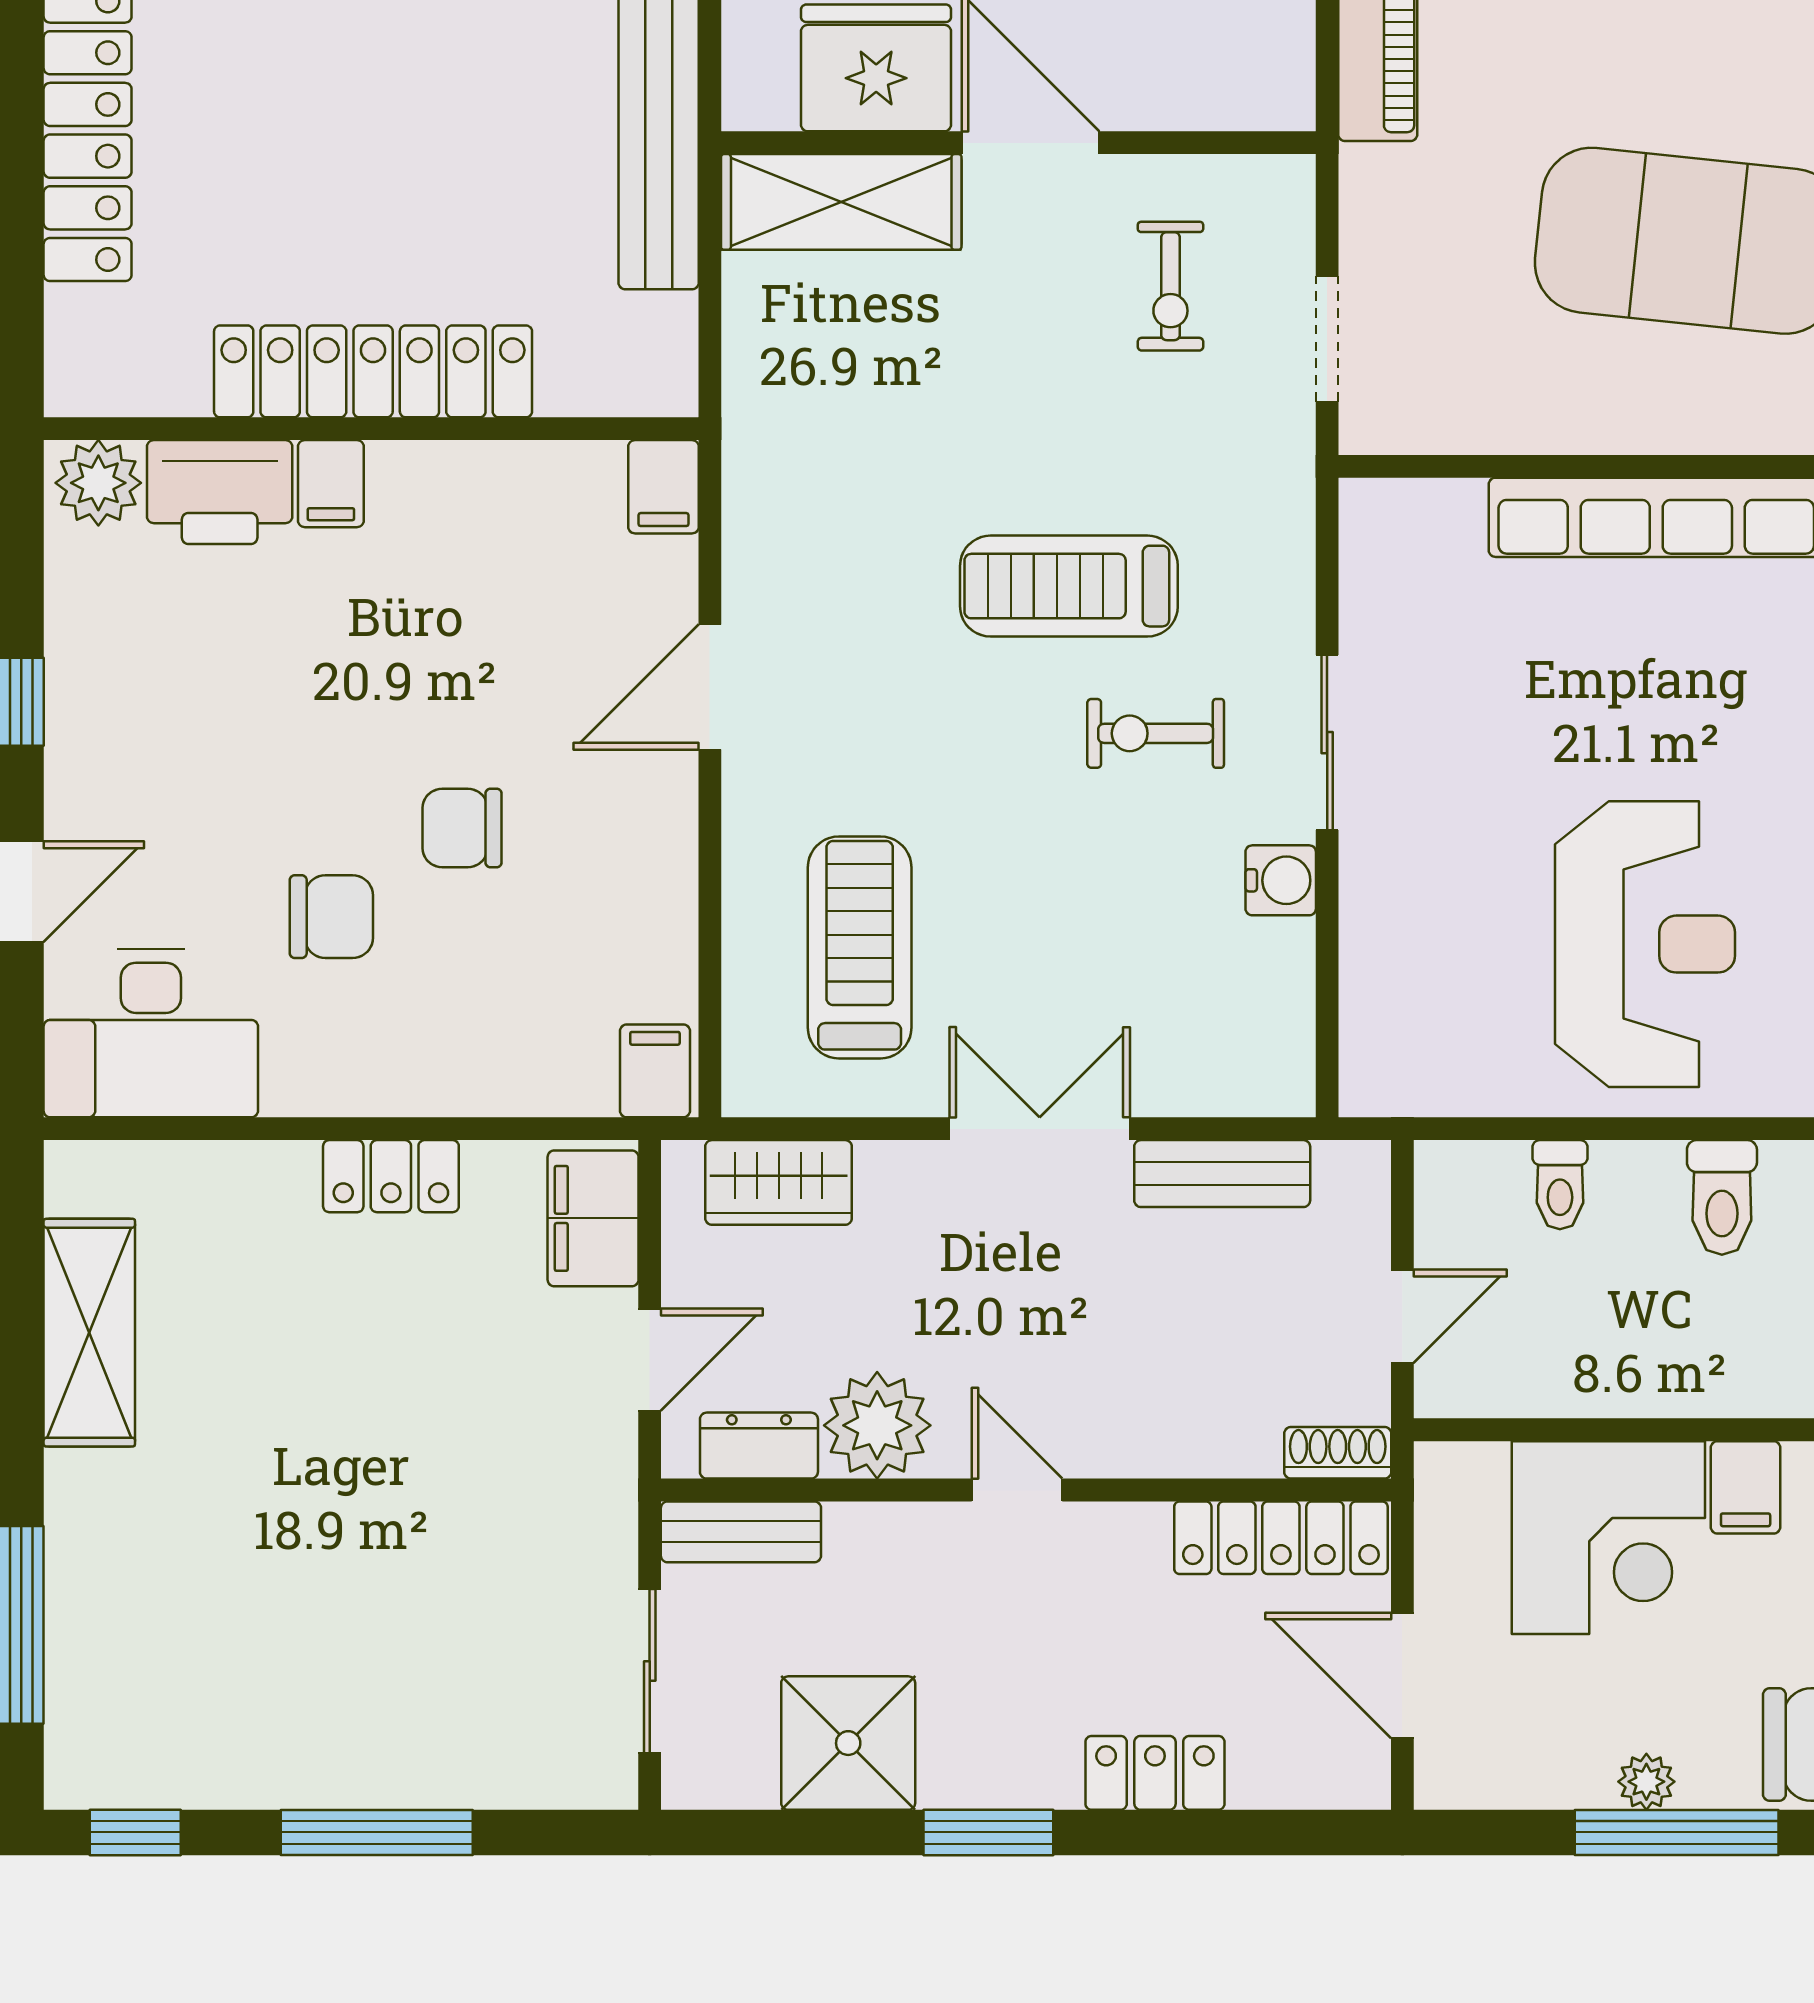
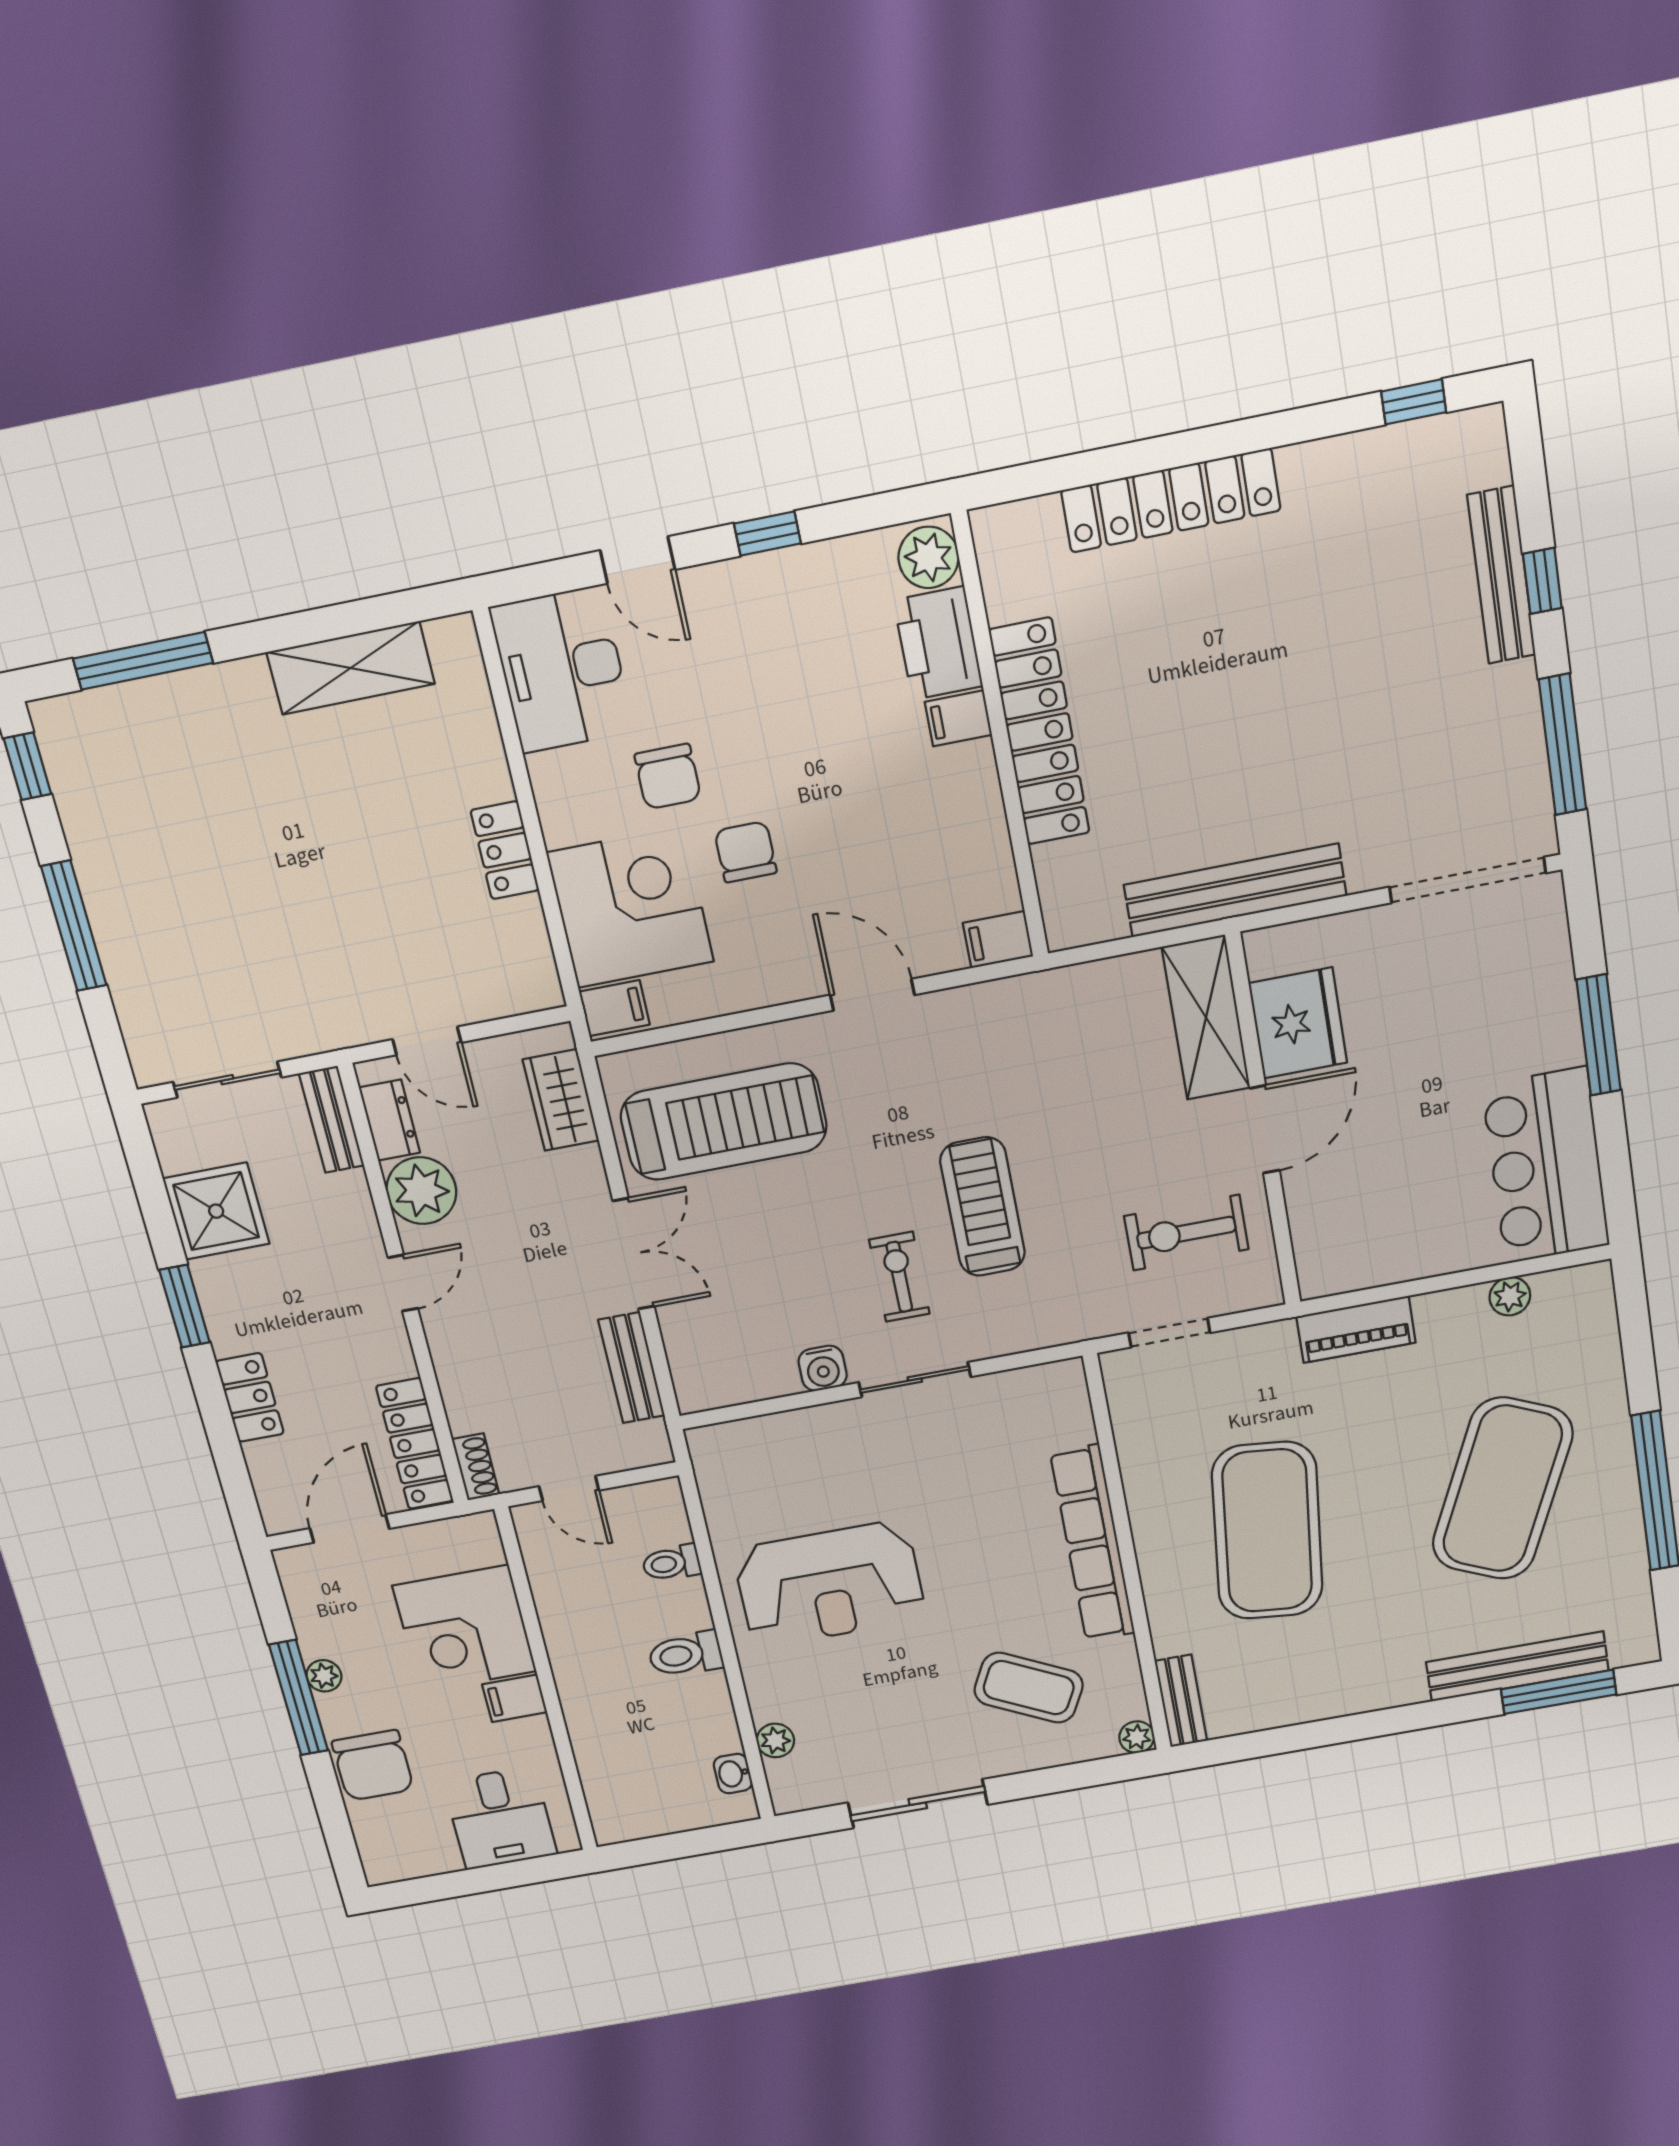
exercise bike: (1170, 286) -> (1186, 1233), width x1.38, depth x1.39
treadmill: (860, 947) -> (724, 1122), width x1.37, depth x1.38
corner desk: (510, 1013) -> (630, 907), added
filing cabinet: (593, 1218) -> (509, 987), removed

